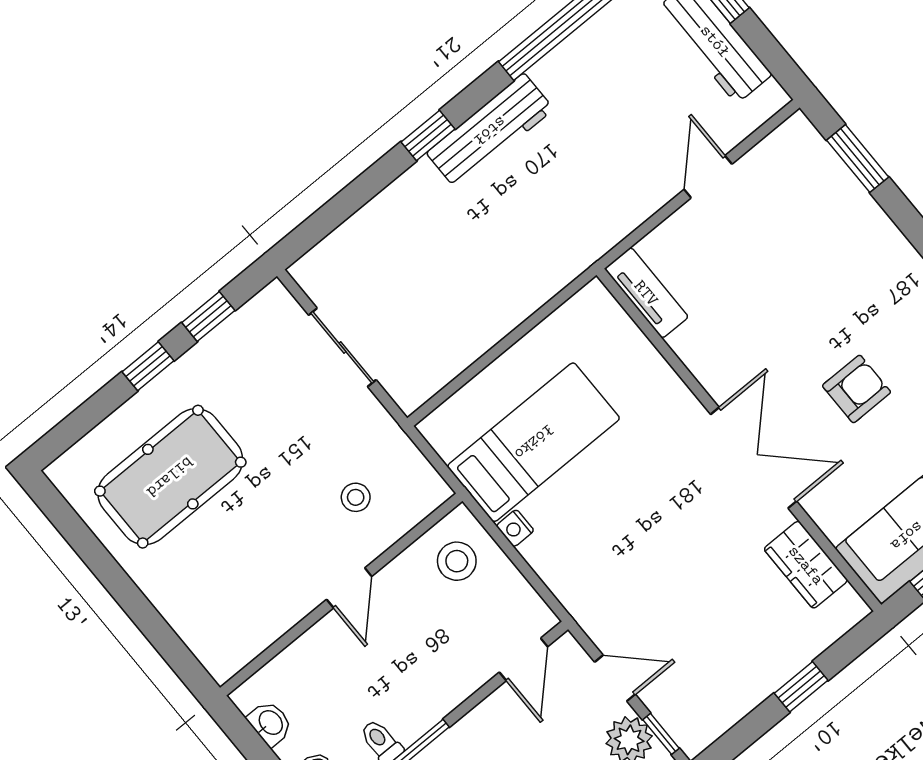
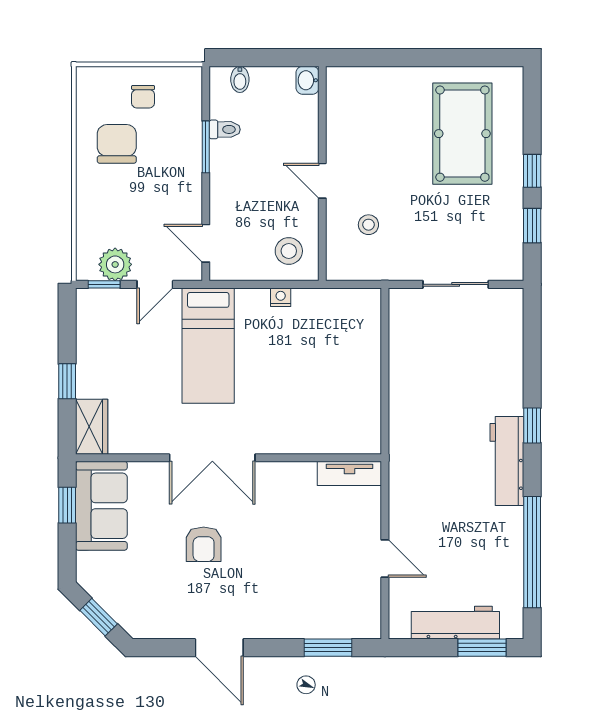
bed: (534, 442) -> (208, 346), moved
wardrobe: (806, 565) -> (92, 427), moved, turned 90
washbasin: (270, 723) -> (307, 80), moved, turned 90

